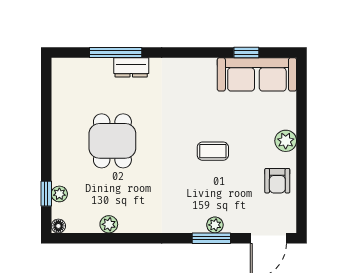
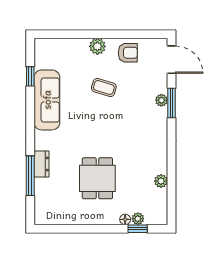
sofa: (257, 74) -> (47, 100), moved
dining table: (112, 141) -> (97, 178), turned 90
coffee table: (213, 151) -> (104, 87), moved, turned -73
floor lamp: (58, 226) -> (125, 219), moved

